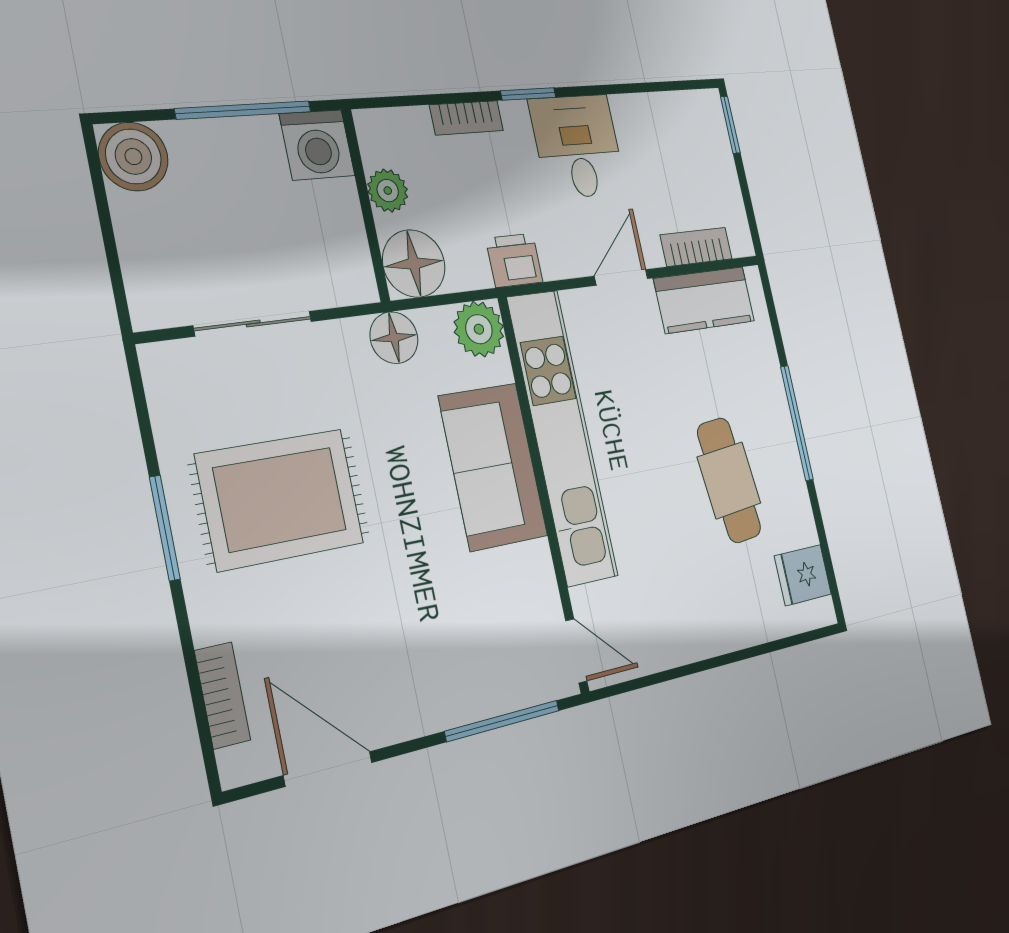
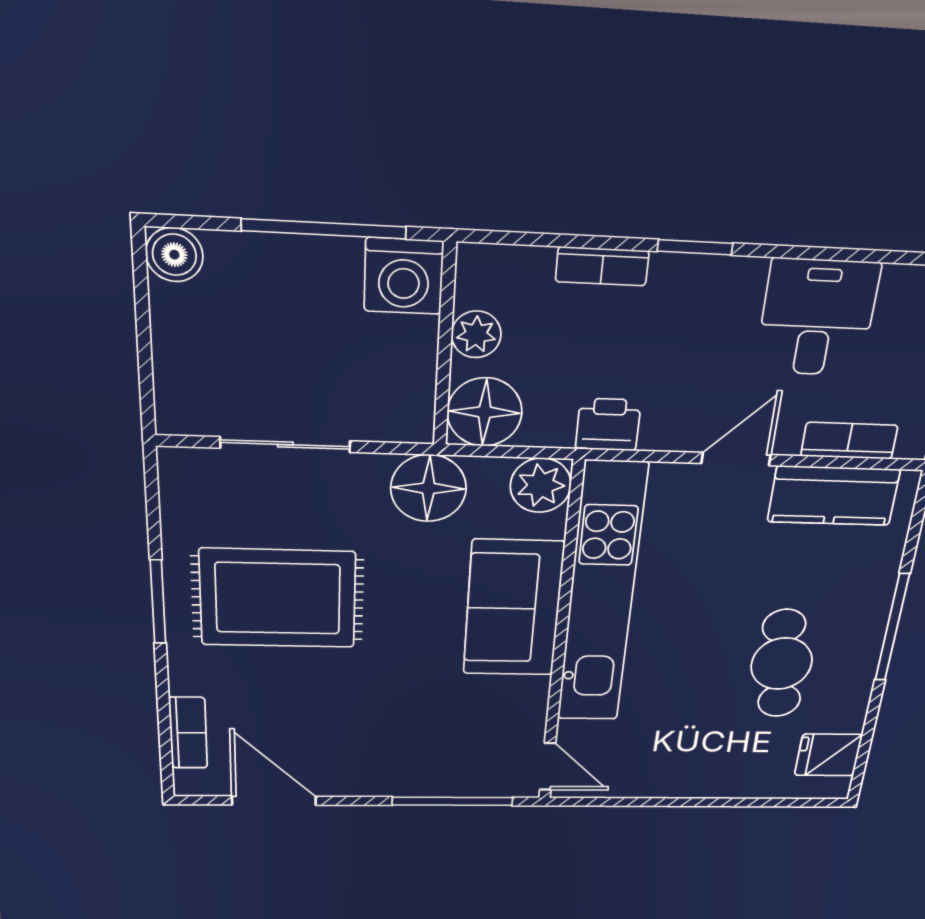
desk: (578, 146) -> (817, 318), moved
boiler: (133, 157) -> (174, 255), width x0.73, depth x0.73
floor lamp: (394, 338) -> (428, 488), width x1.38, depth x1.38

